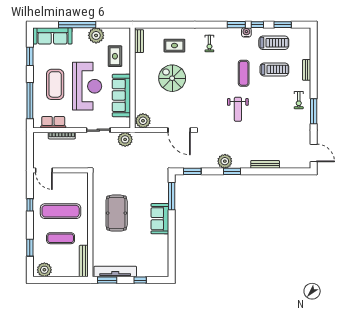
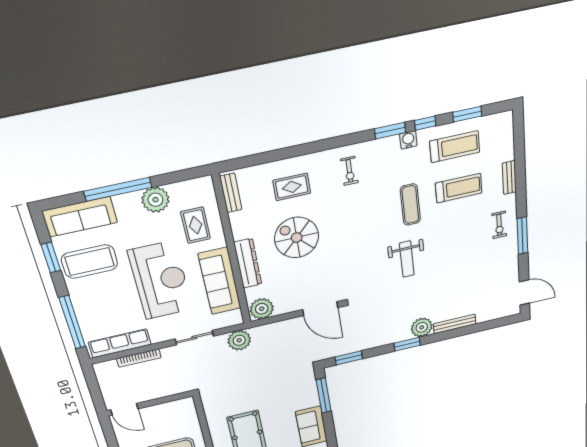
coffee table: (55, 84) -> (90, 262), moved, turned 90
dresser: (140, 88) -> (248, 263), added
row of seats: (53, 122) -> (120, 343), width x1.48
plant: (225, 161) -> (422, 327), moved

